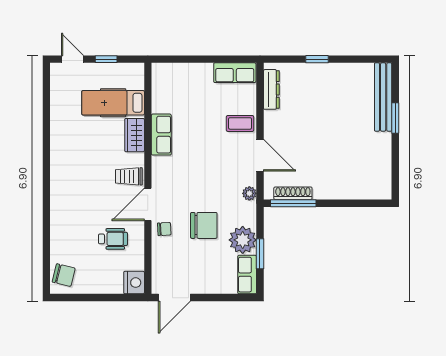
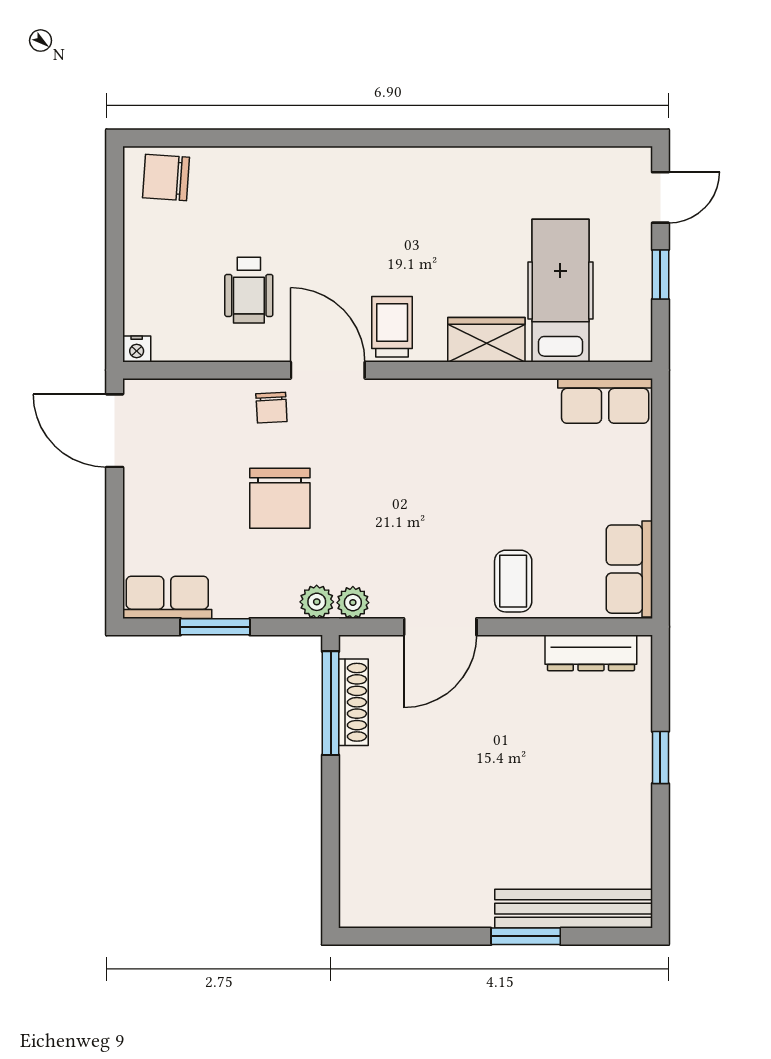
row of seats: (161, 135) -> (605, 401), moved
plant: (243, 240) -> (317, 602), moved, width x0.53, depth x0.53
chair: (64, 275) -> (166, 177), turned 80
nightstand: (134, 283) -> (137, 349), width x0.53, depth x0.56

